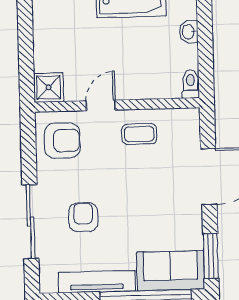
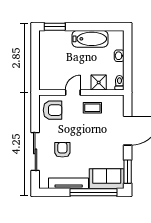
shower: (49, 87) -> (99, 83), moved

